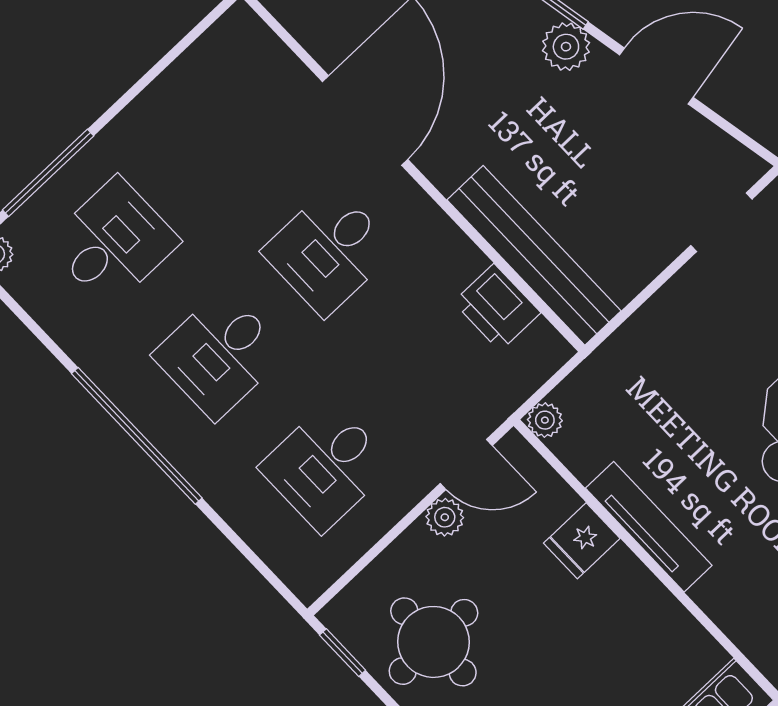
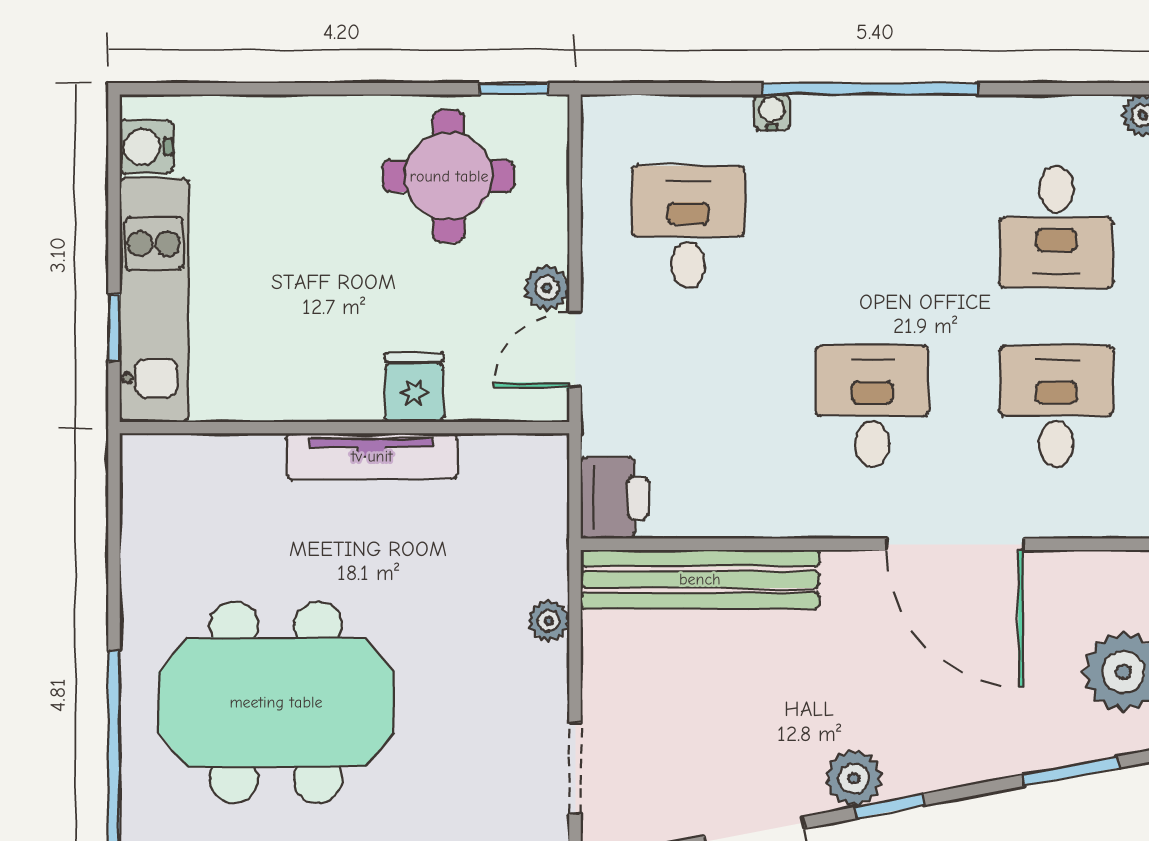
printer: (497, 307) -> (614, 498), moved, turned 90
desk: (219, 354) -> (1056, 406), moved
plant: (545, 420) -> (549, 621), moved
water cooler: (208, 482) -> (772, 112), added

